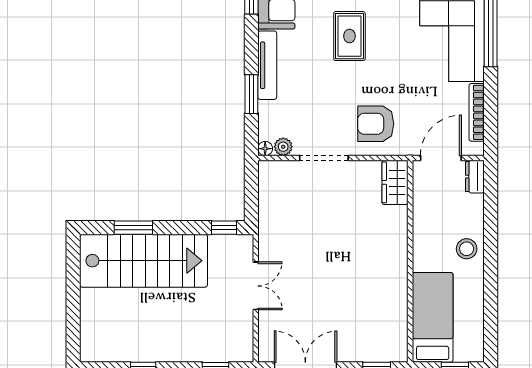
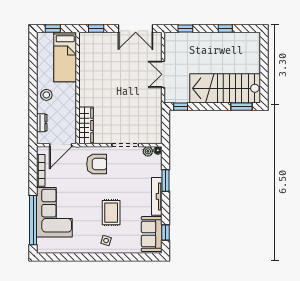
dresser: (475, 177) -> (42, 123), moved
wardrobe: (395, 182) -> (86, 125), width x1.50
window: (133, 228) -> (241, 107), moved

